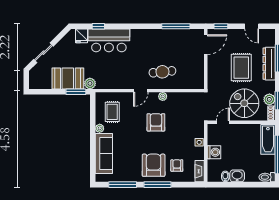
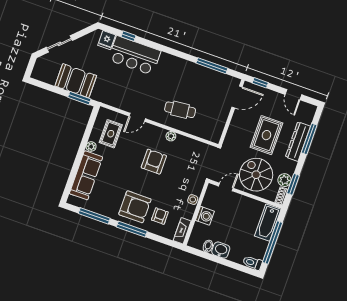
plant: (90, 83) -> (98, 95), removed
door: (141, 91) -> (137, 117), moved
armchair: (154, 165) -> (135, 207), turned 90

